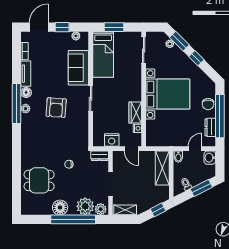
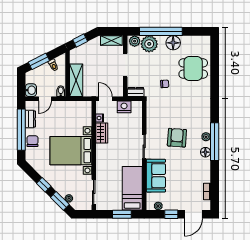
tv unit: (26, 74) -> (206, 170), removed

